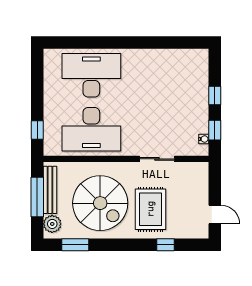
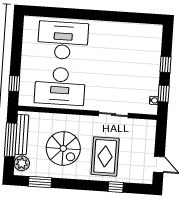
spiral stairs: (100, 203) -> (63, 148), width x0.73, depth x0.73

